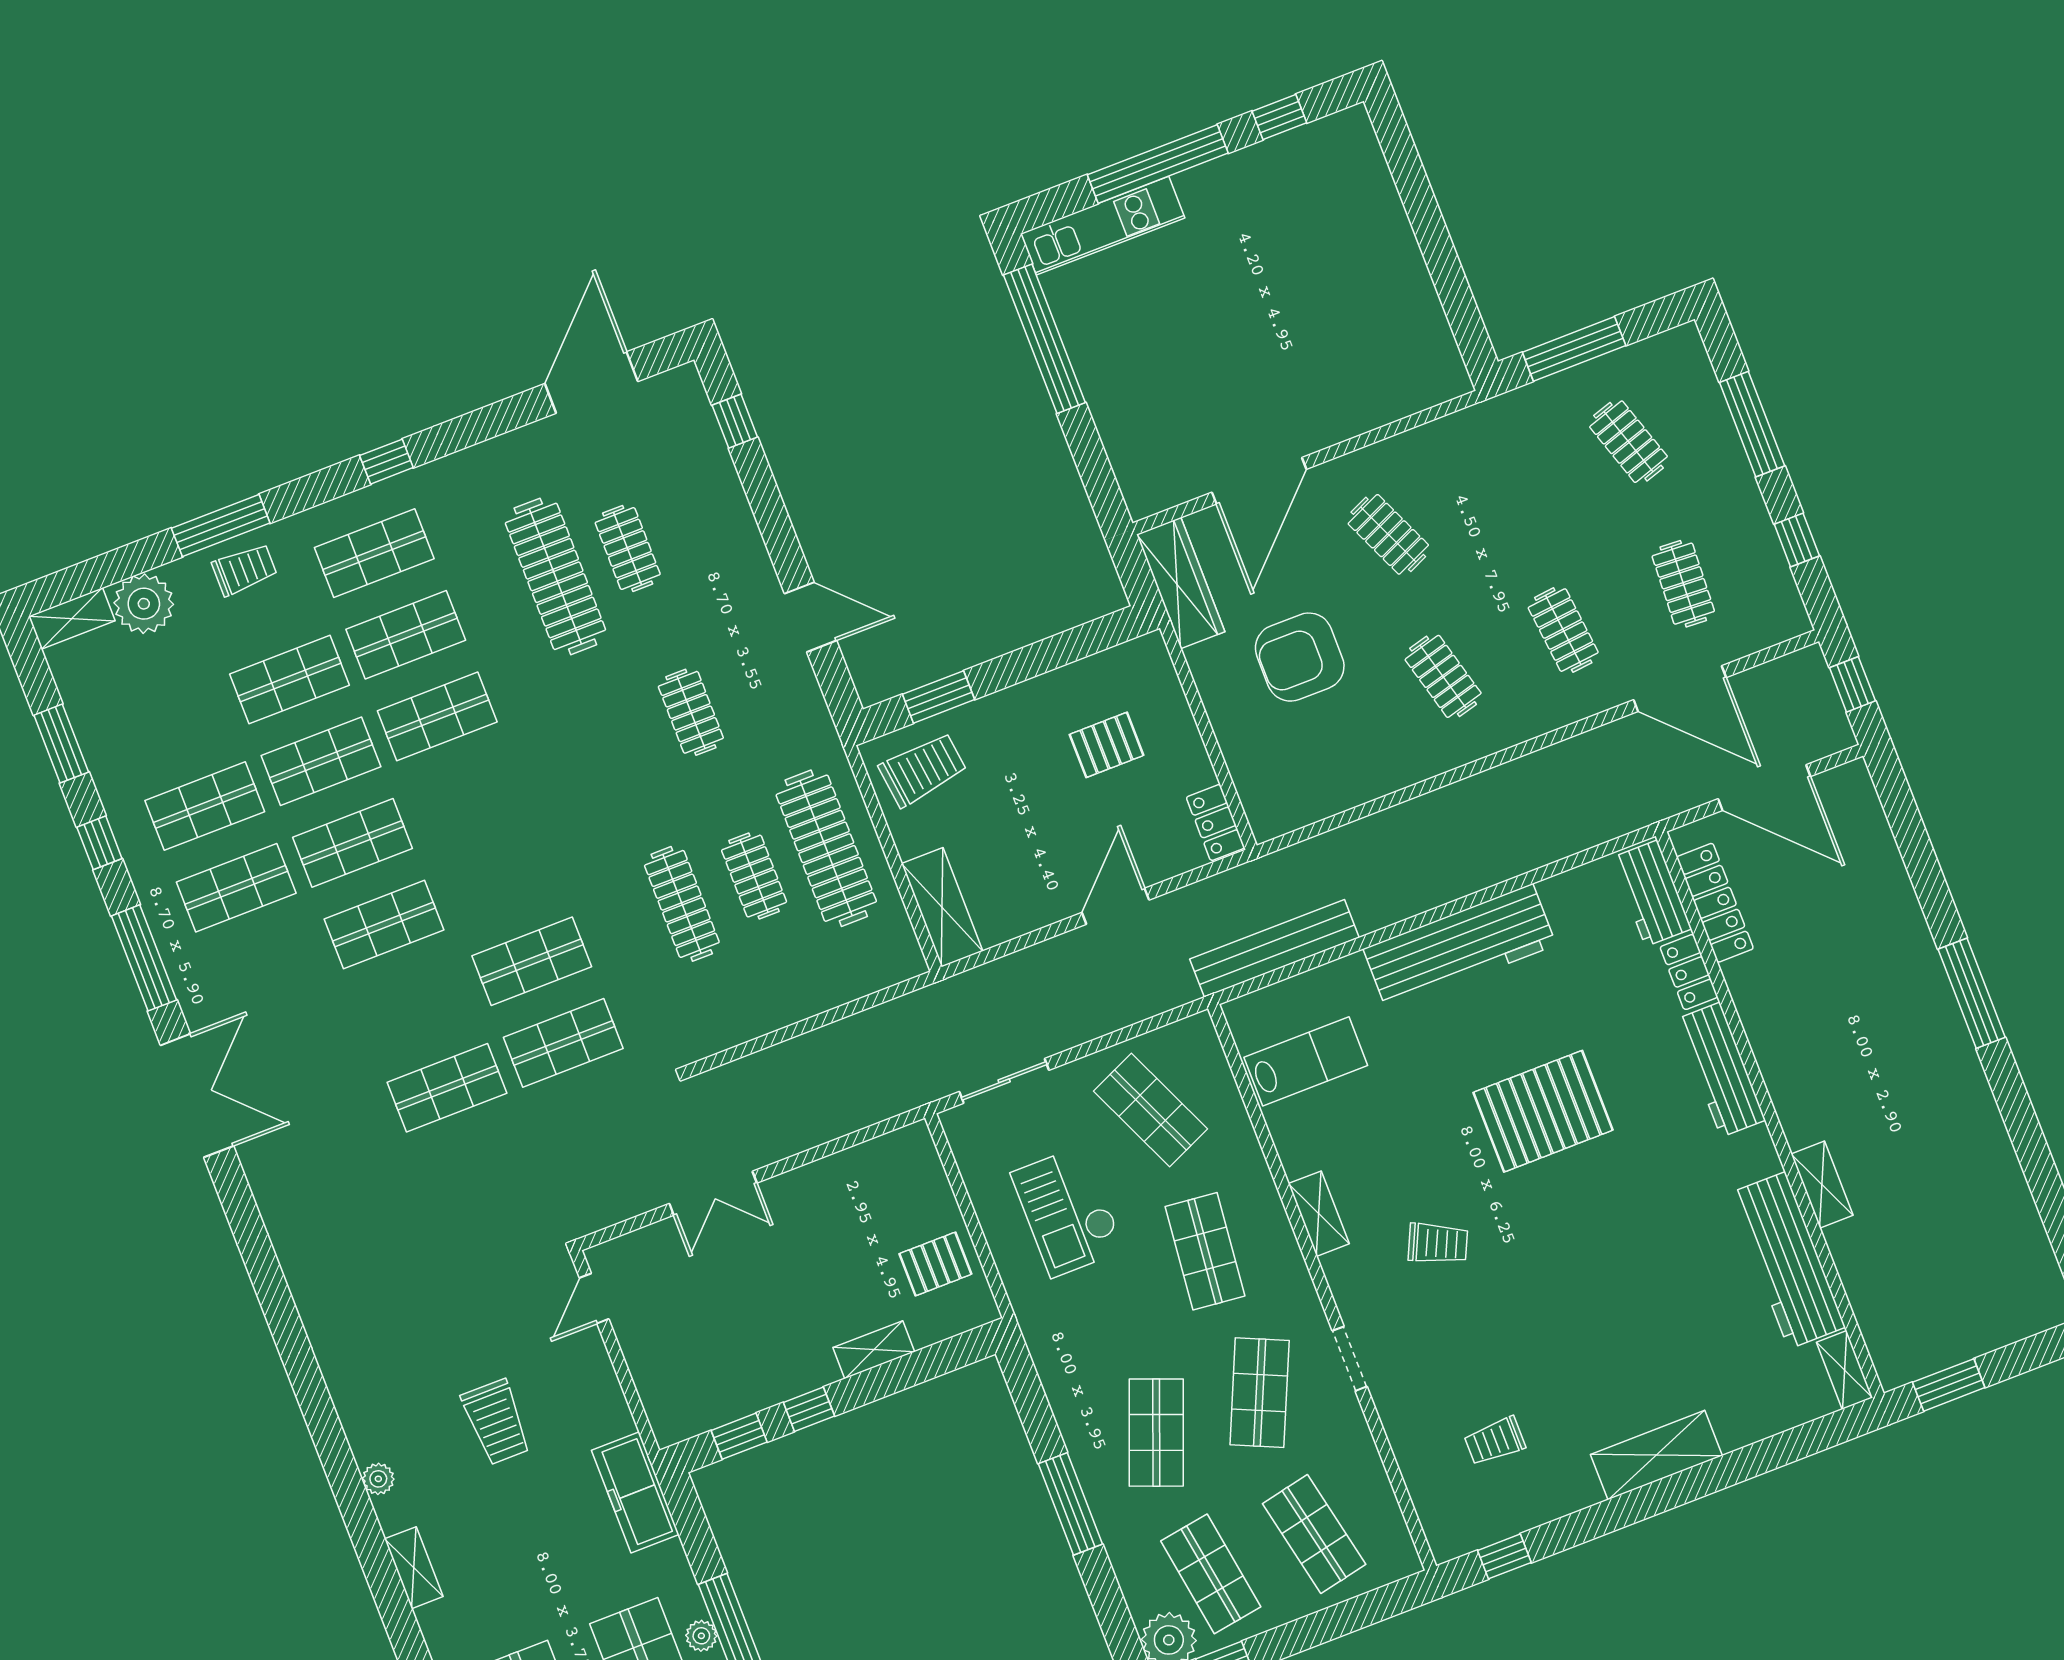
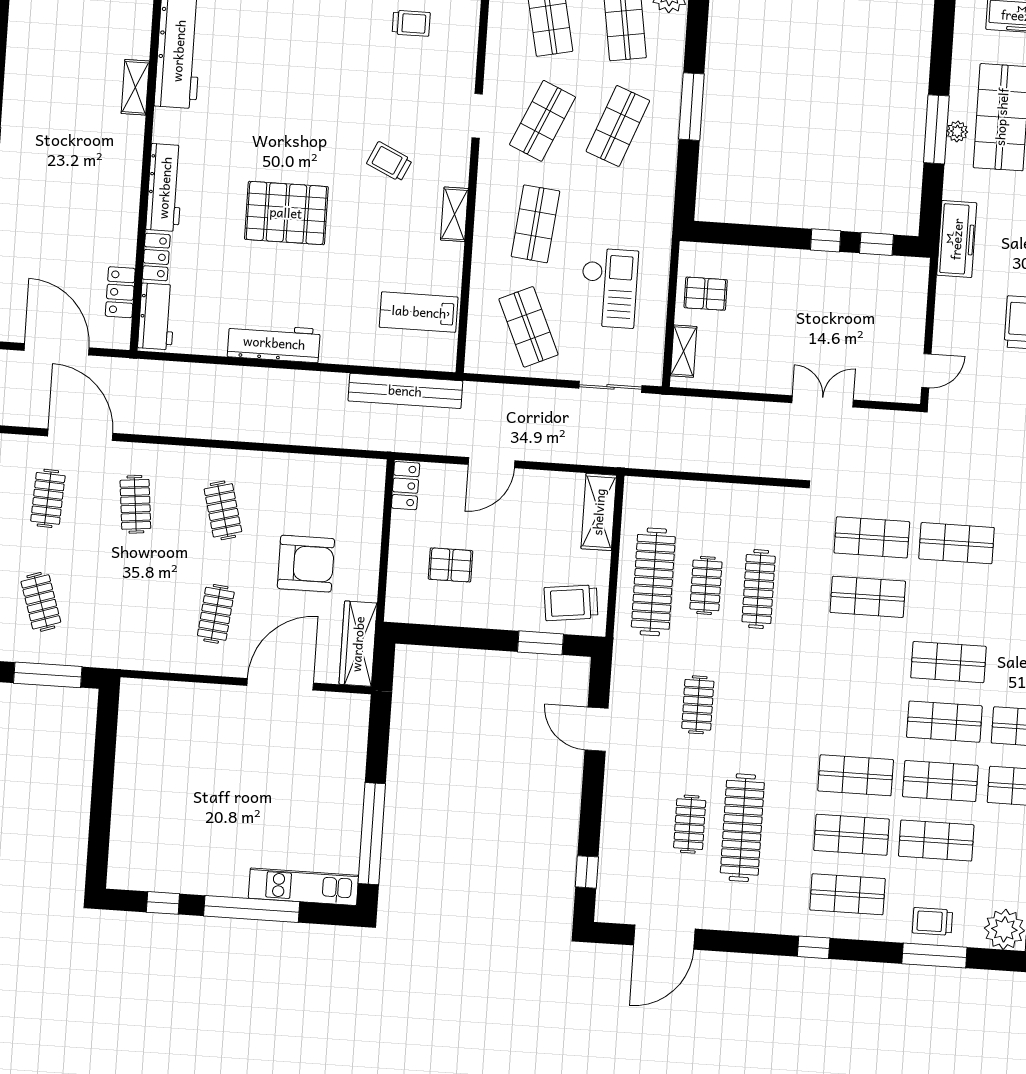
clothes rail: (1388, 534) -> (216, 614), turned 30
locker: (1715, 903) -> (120, 292), width x0.66
workbench: (1460, 947) -> (274, 343), width x0.73, depth x0.76
shelving: (874, 1350) -> (684, 351), moved, turned 90

